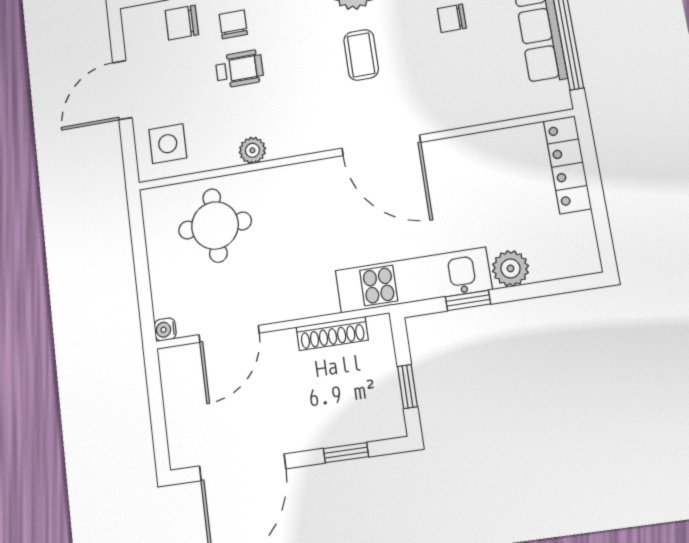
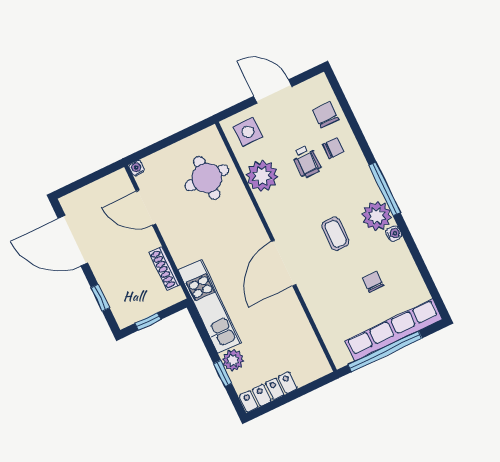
coffee table: (361, 55) -> (336, 234), turned 90
plant: (252, 150) -> (262, 176), width x1.87, depth x1.87
locker: (567, 165) -> (268, 392), moved
window: (468, 300) -> (223, 373), moved

